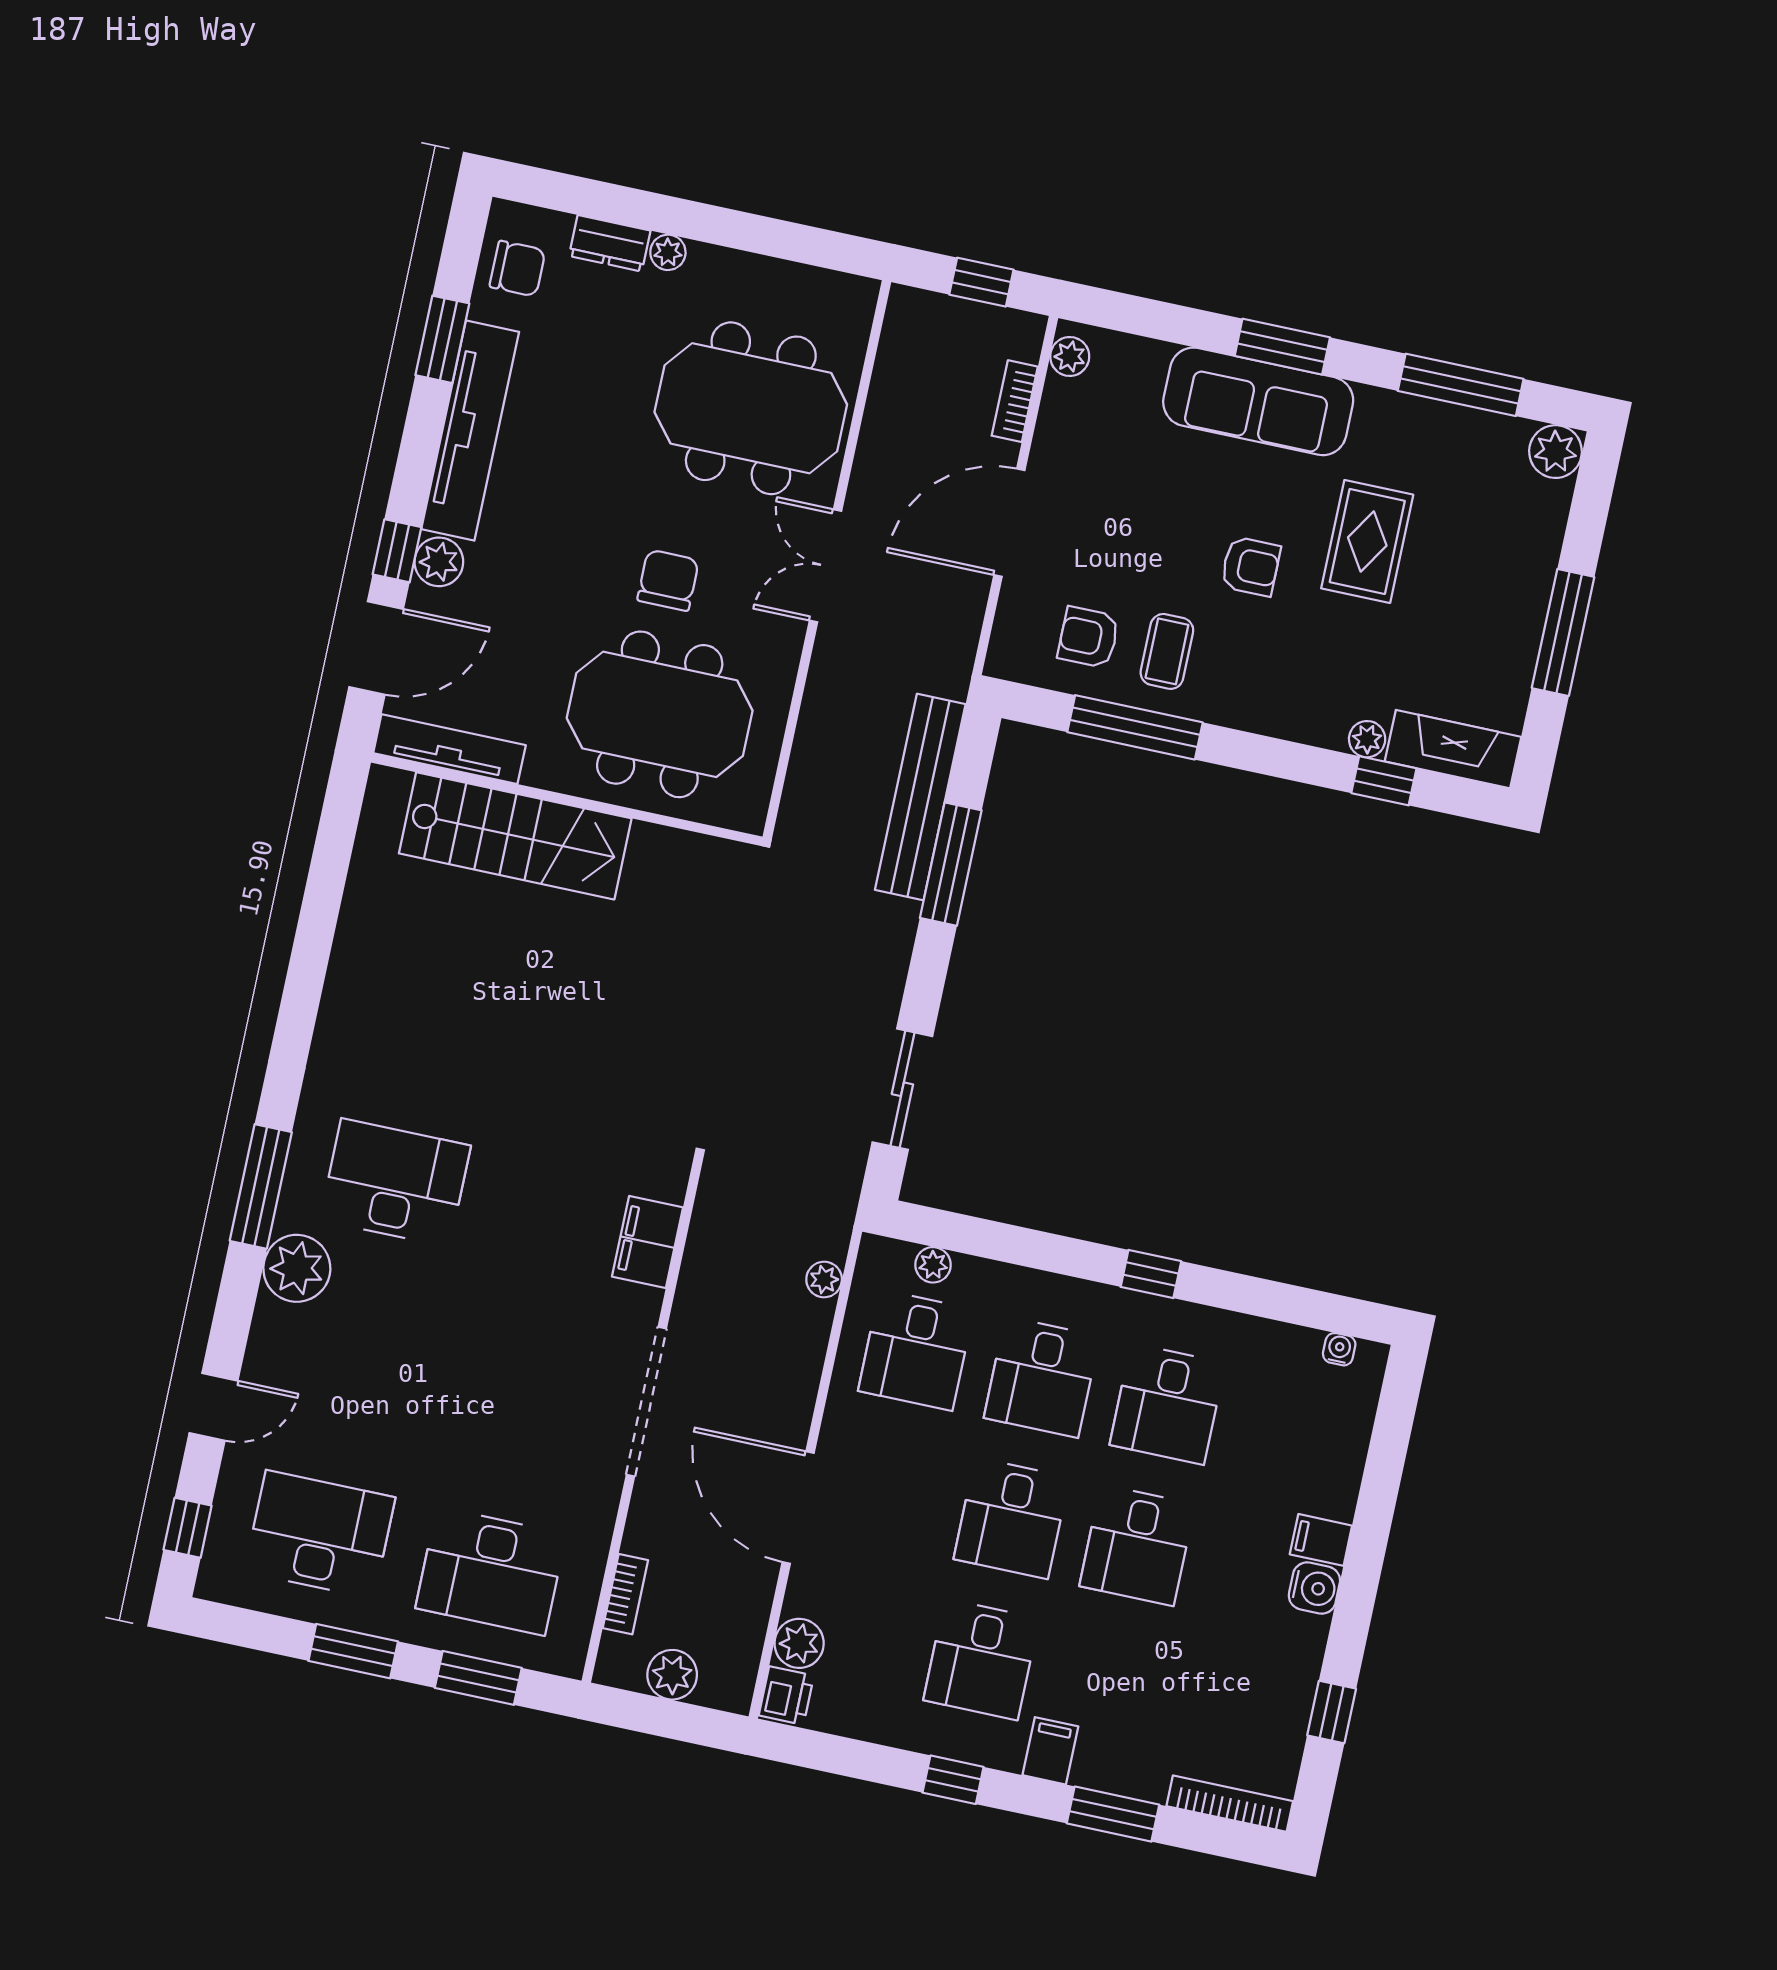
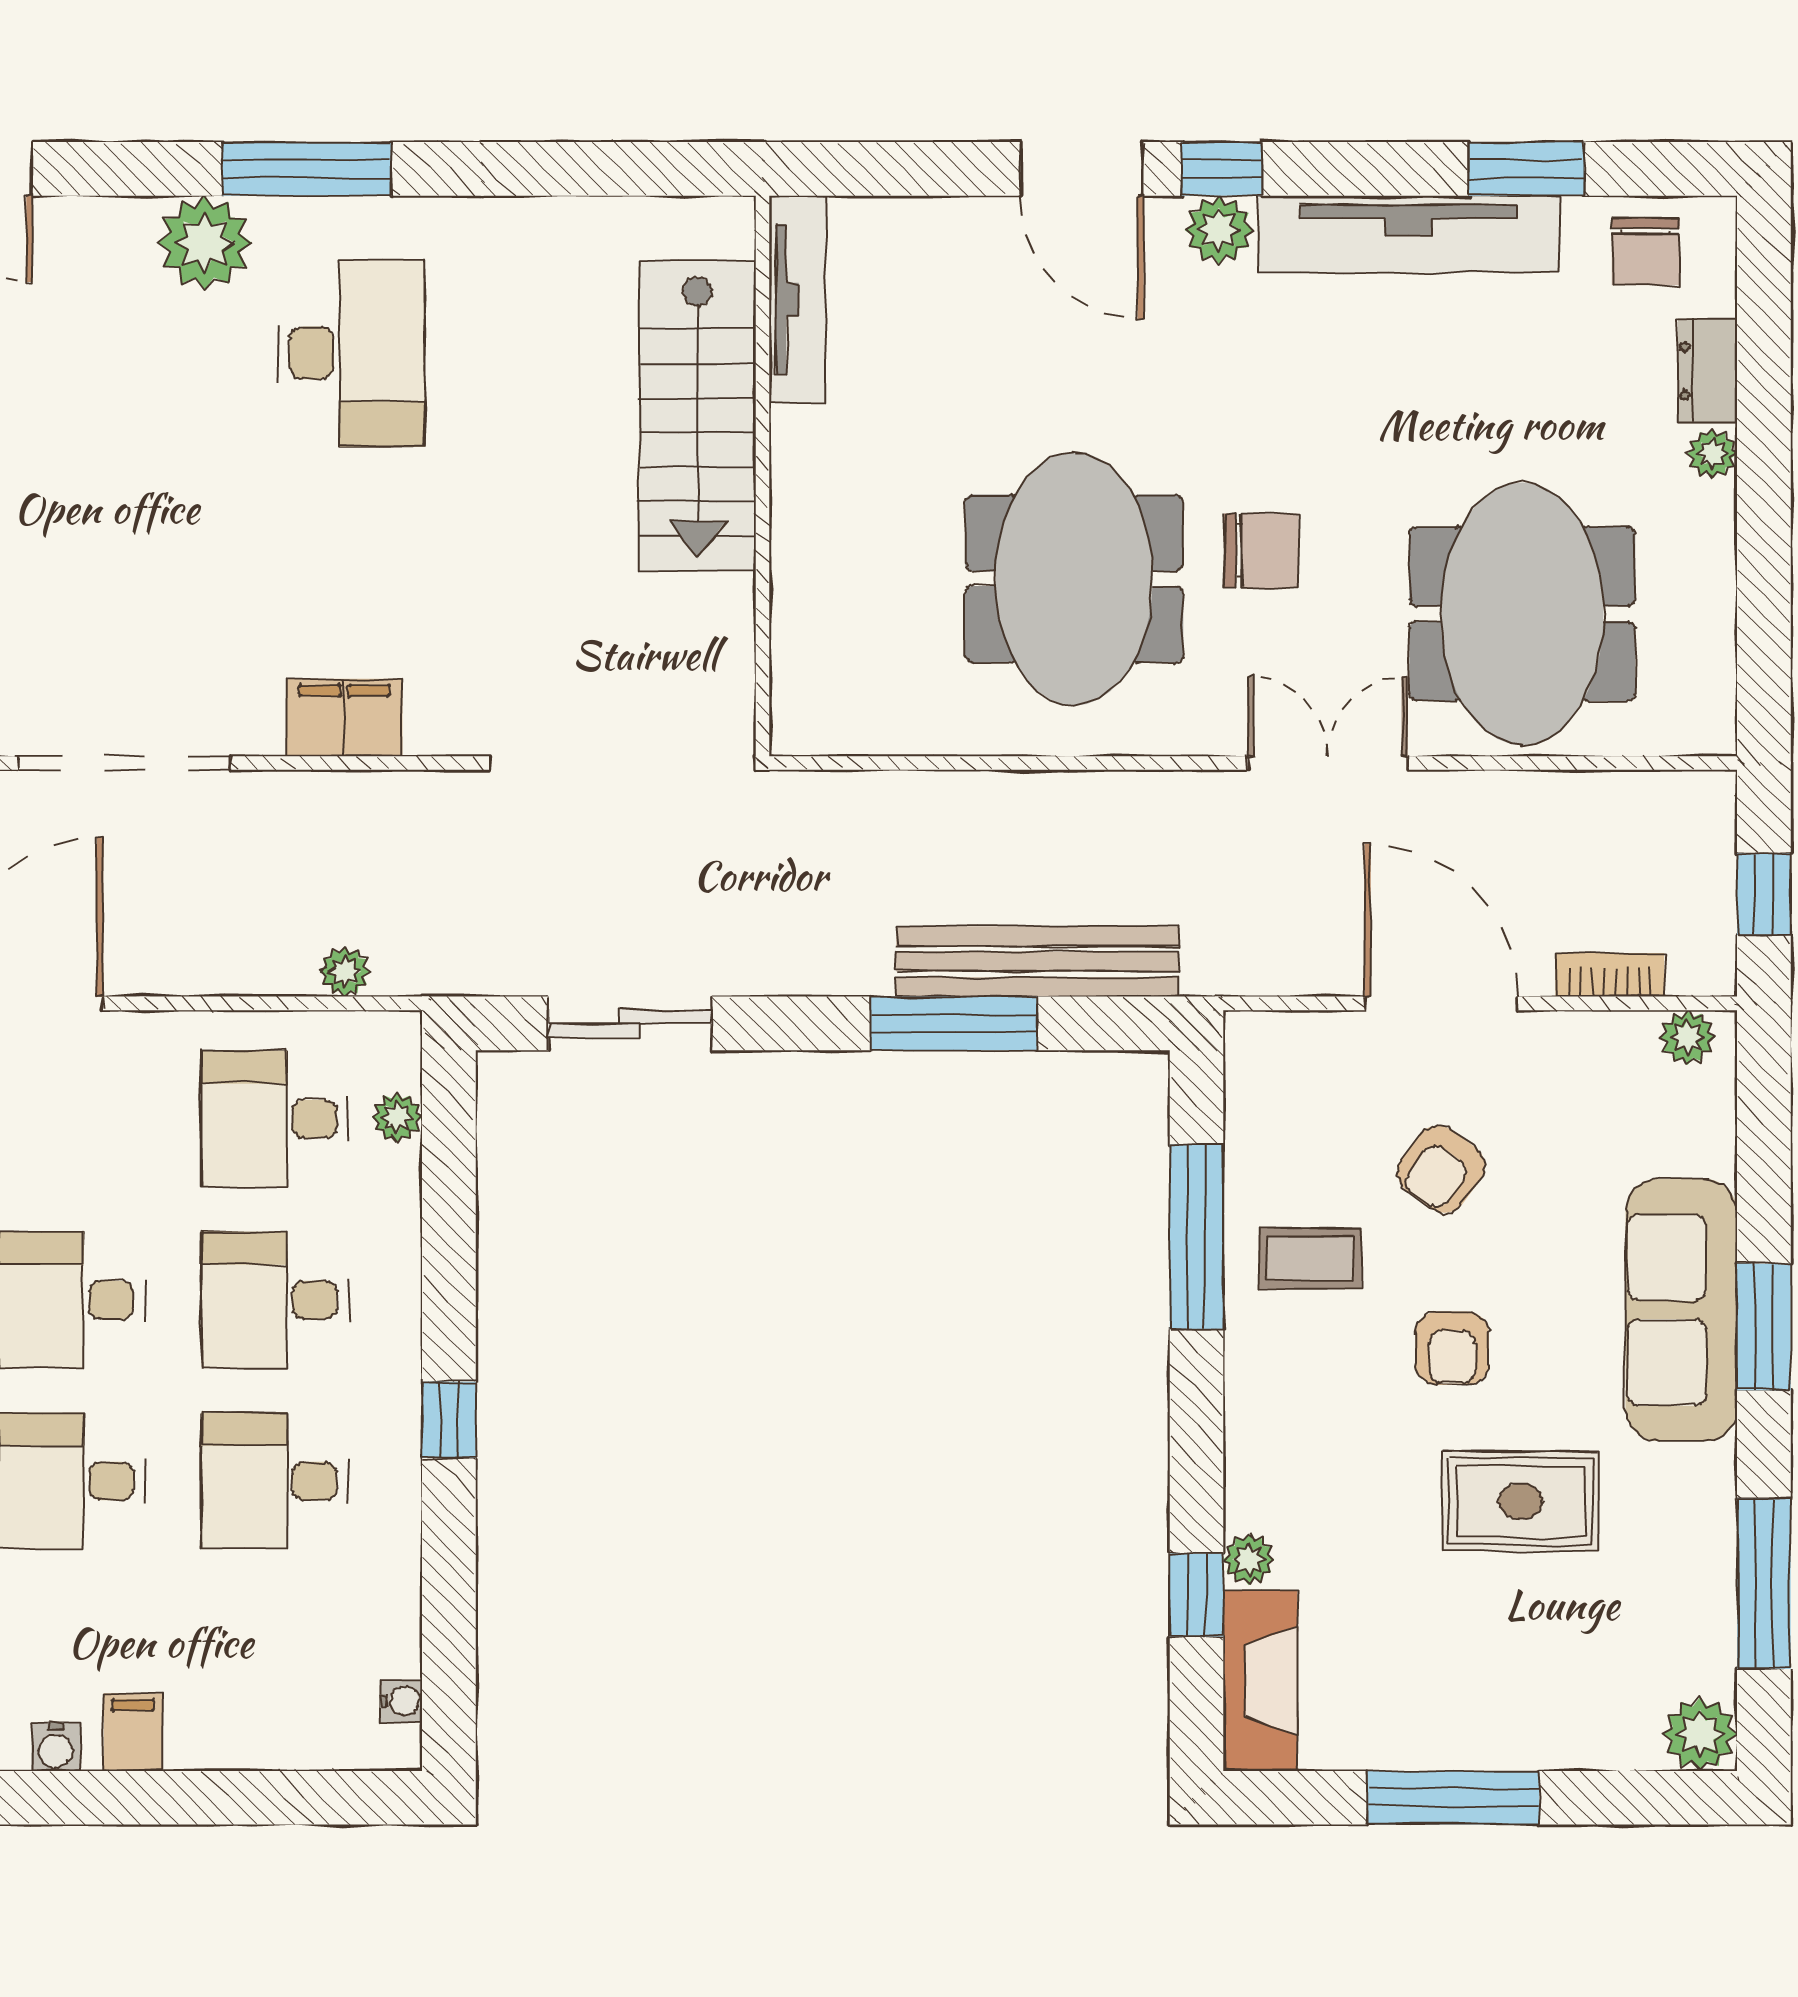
armchair: (1088, 637) -> (1441, 1169), moved, turned -144
tv unit: (449, 749) -> (797, 300), moved
wall: (567, 800) -> (763, 476), moved
stairs: (515, 836) -> (697, 416), moved
water cooler: (1314, 1588) -> (56, 1747), width x0.72, depth x0.72

